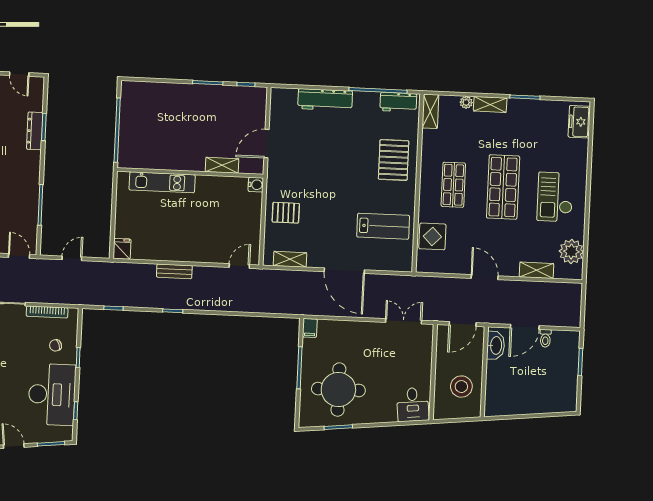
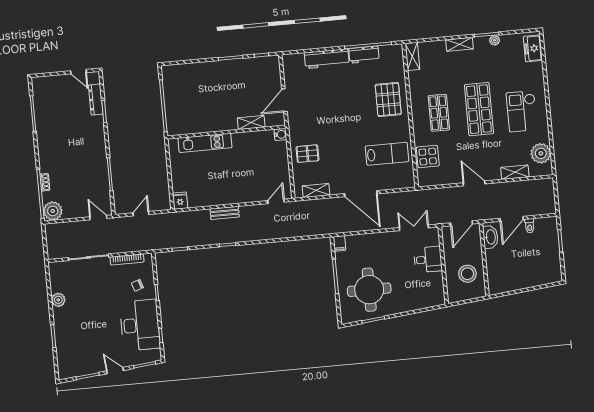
workbench: (398, 102) -> (364, 55), moved
plant: (466, 102) -> (494, 40), moved
dresser: (35, 131) -> (96, 100), moved
desk: (413, 405) -> (428, 259), moved, turned -84

